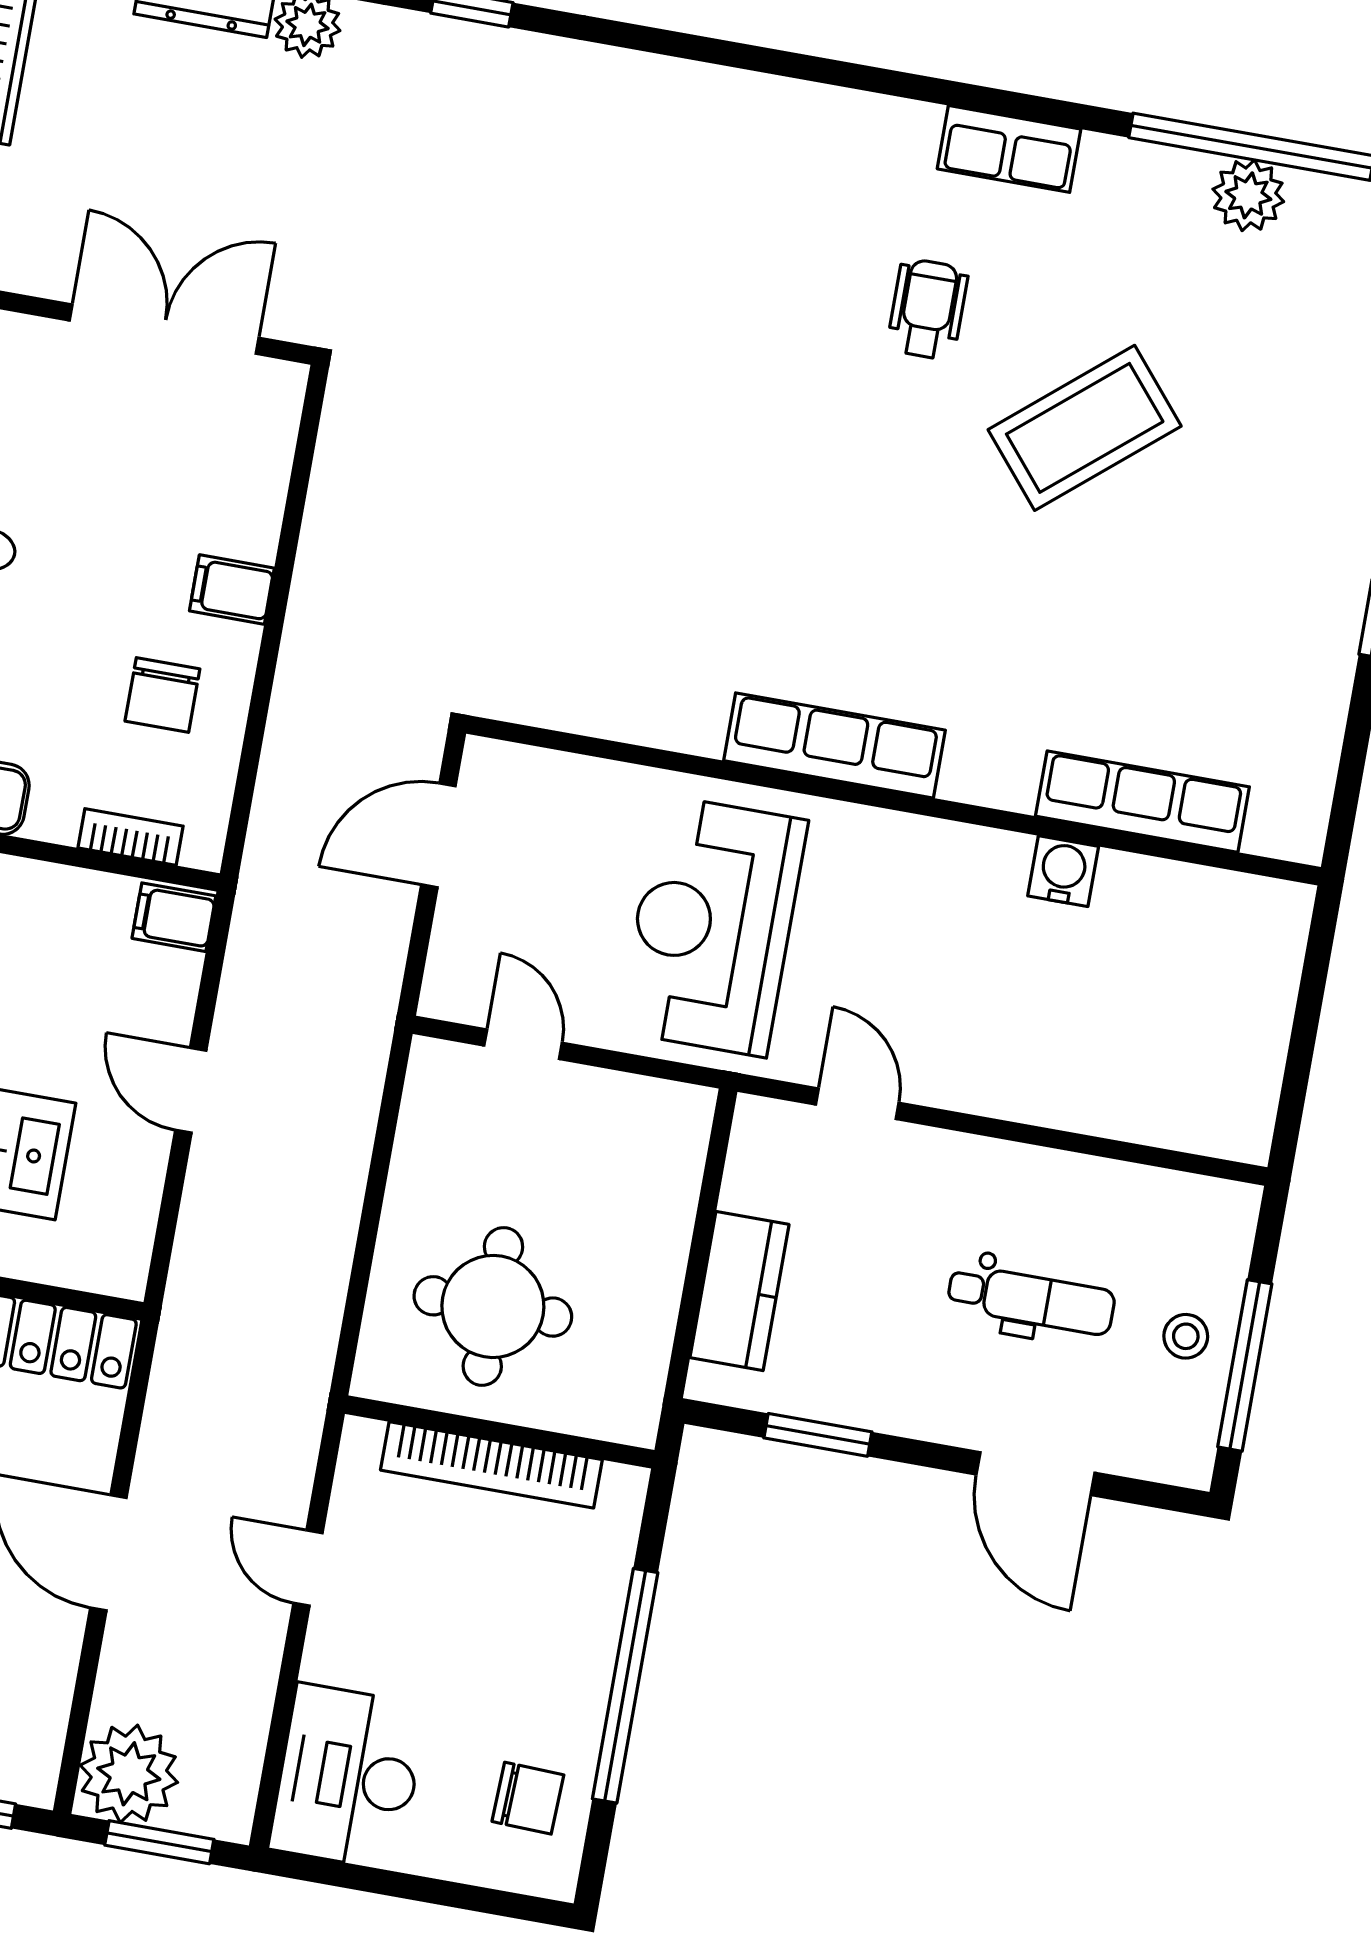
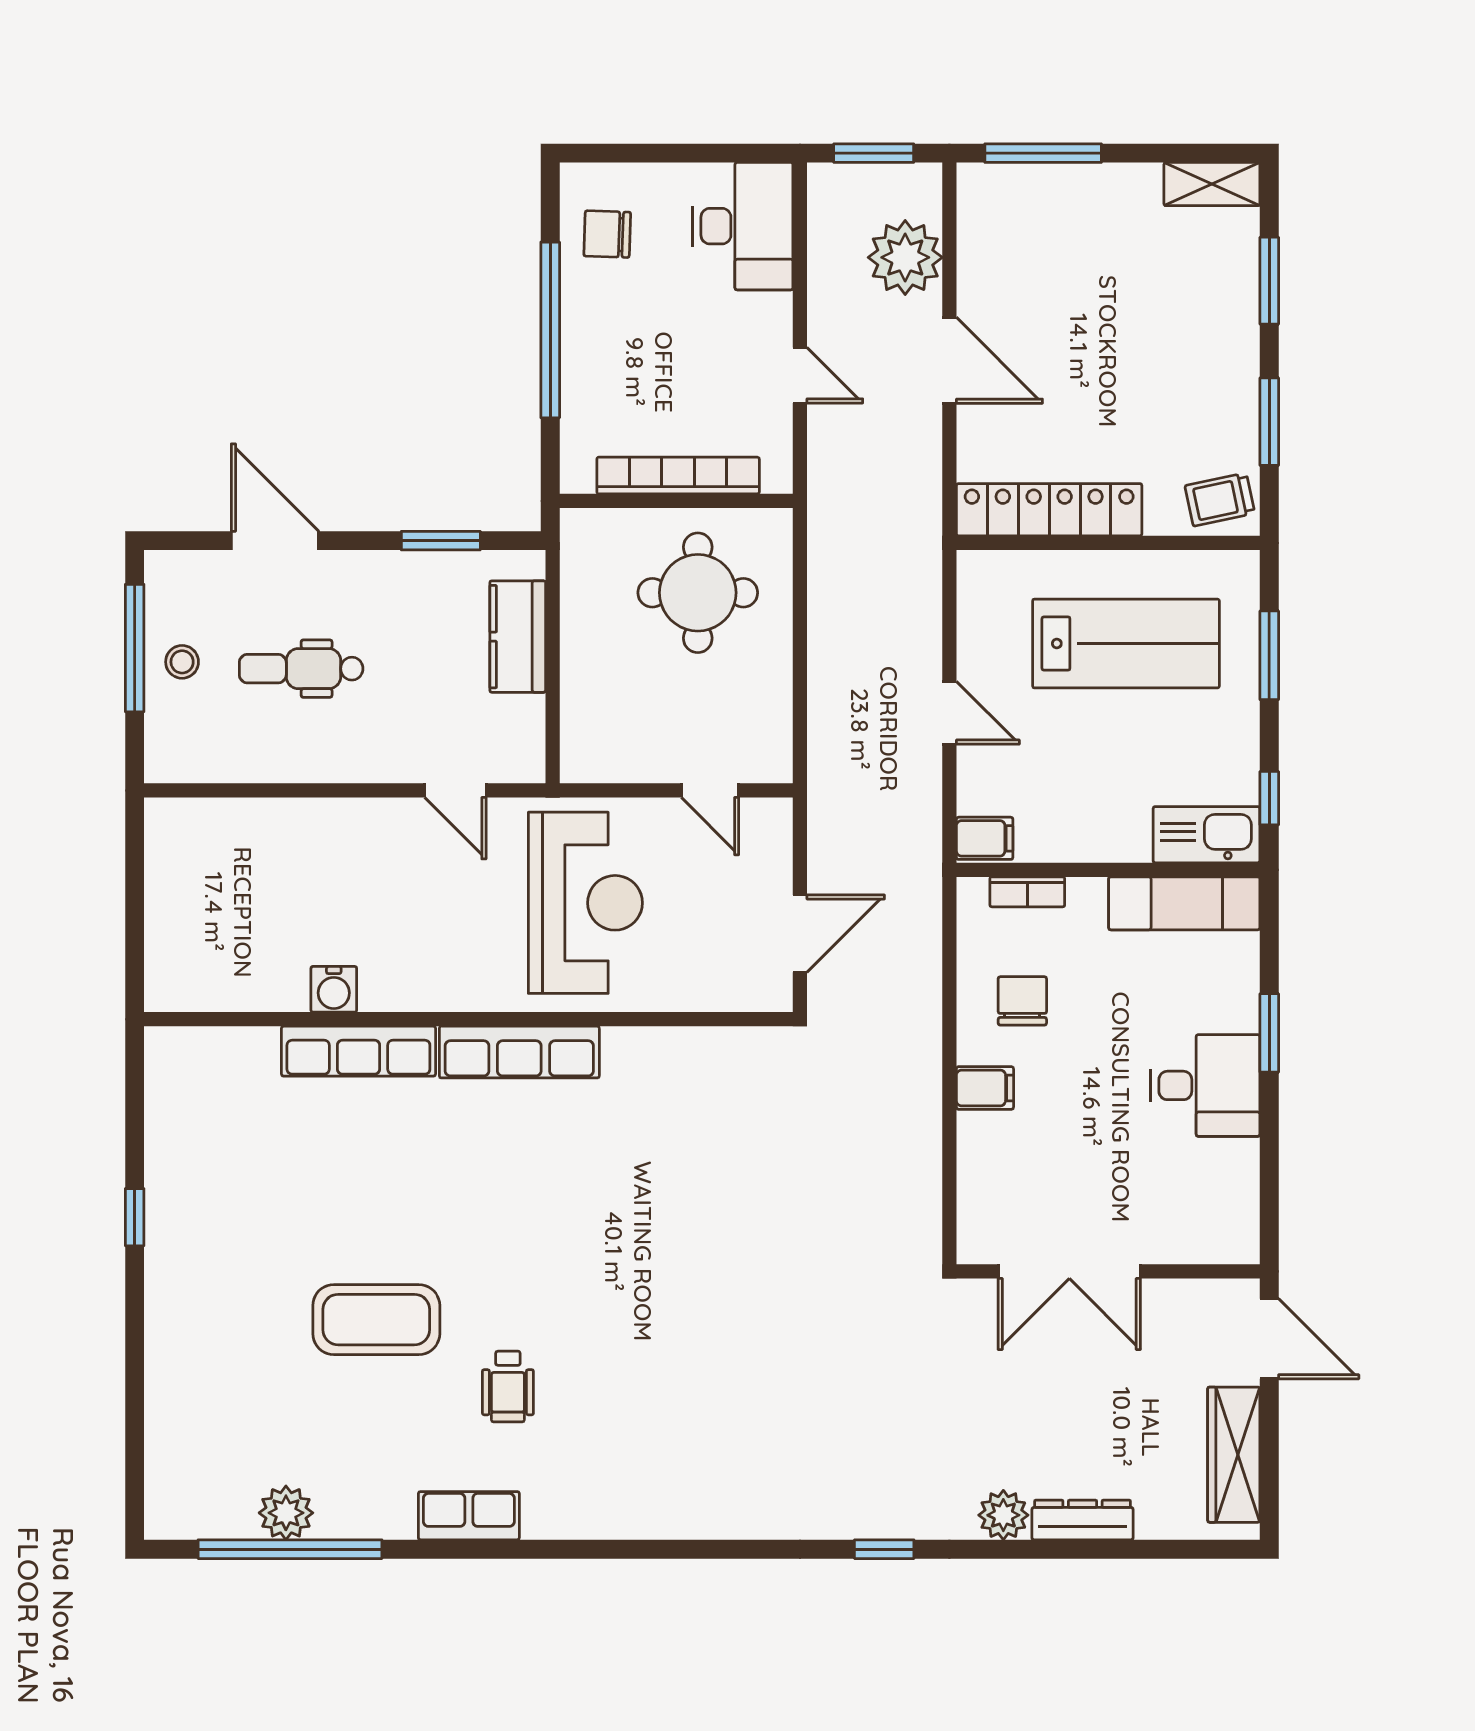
coffee table: (1085, 428) -> (376, 1320), turned 40
row of seats: (1142, 802) -> (358, 1051), moved
plant: (129, 1774) -> (905, 257), moved

